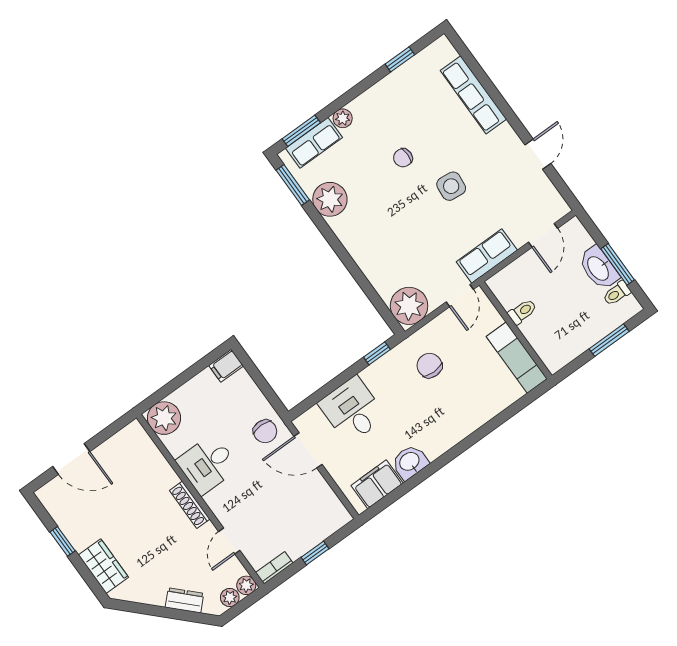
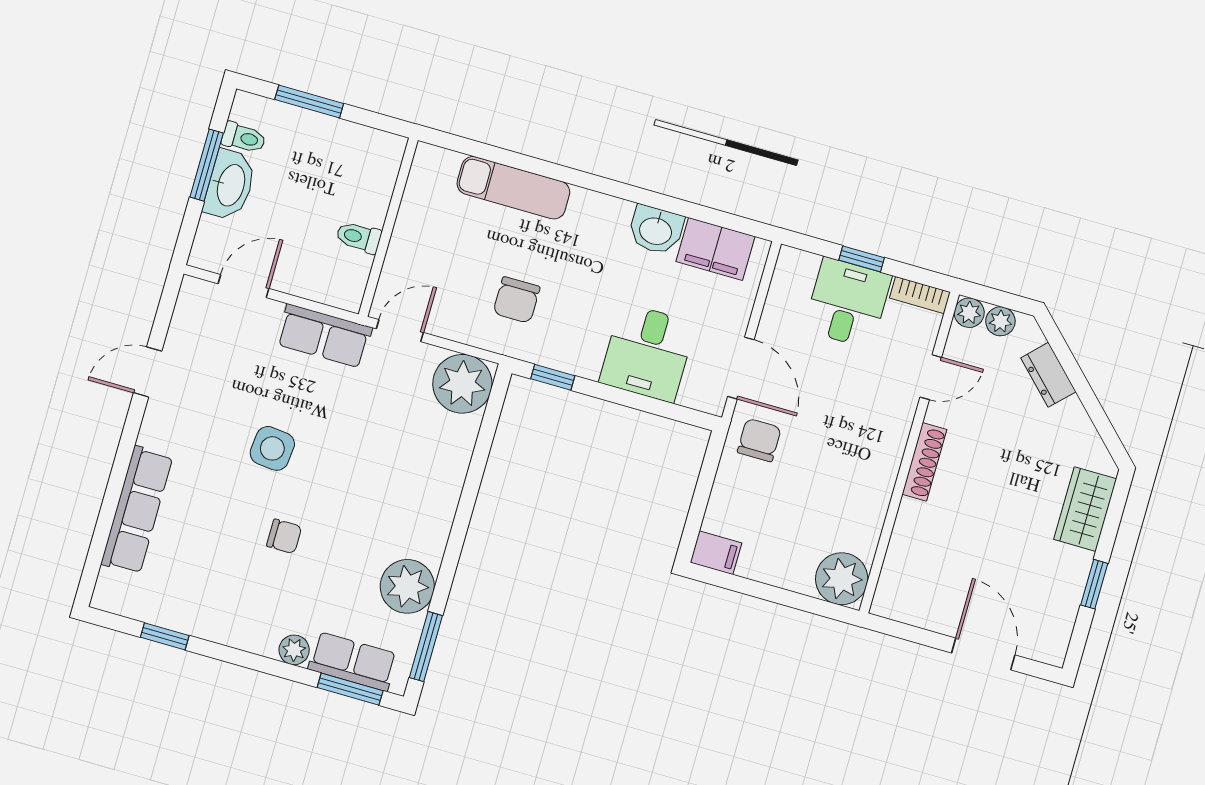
exam couch: (517, 358) -> (513, 188), moved, turned 90
desk: (207, 464) -> (848, 303), moved, turned -90

